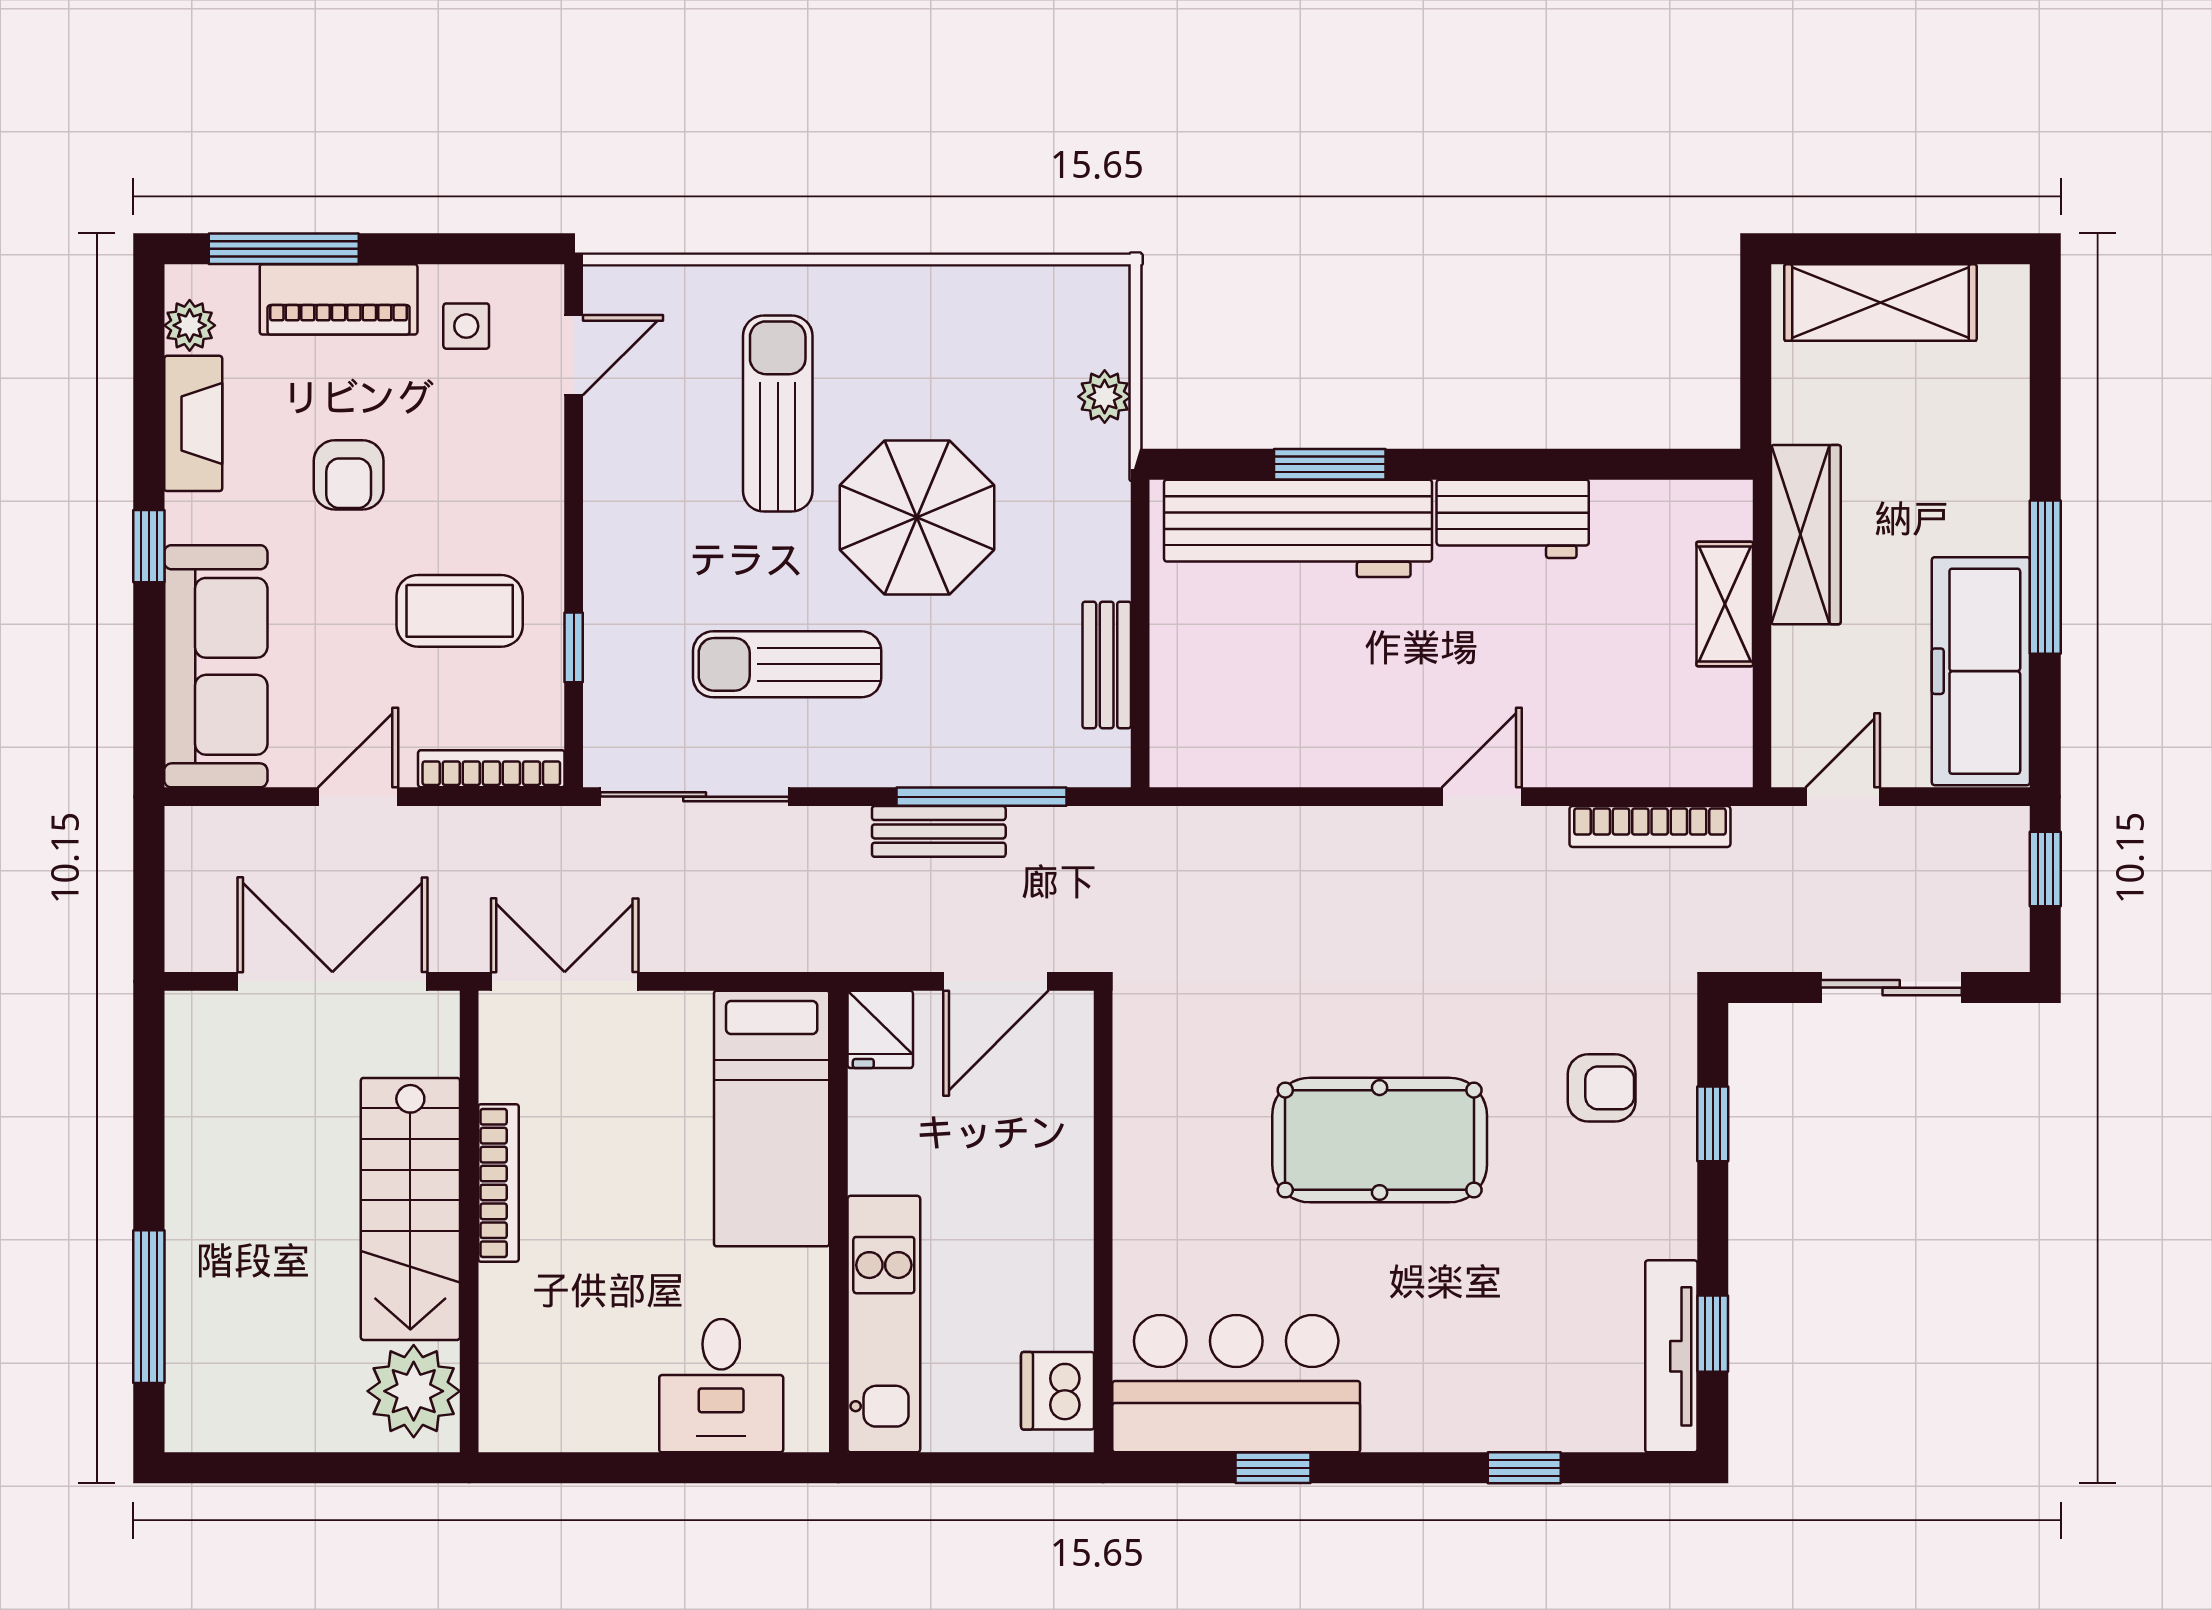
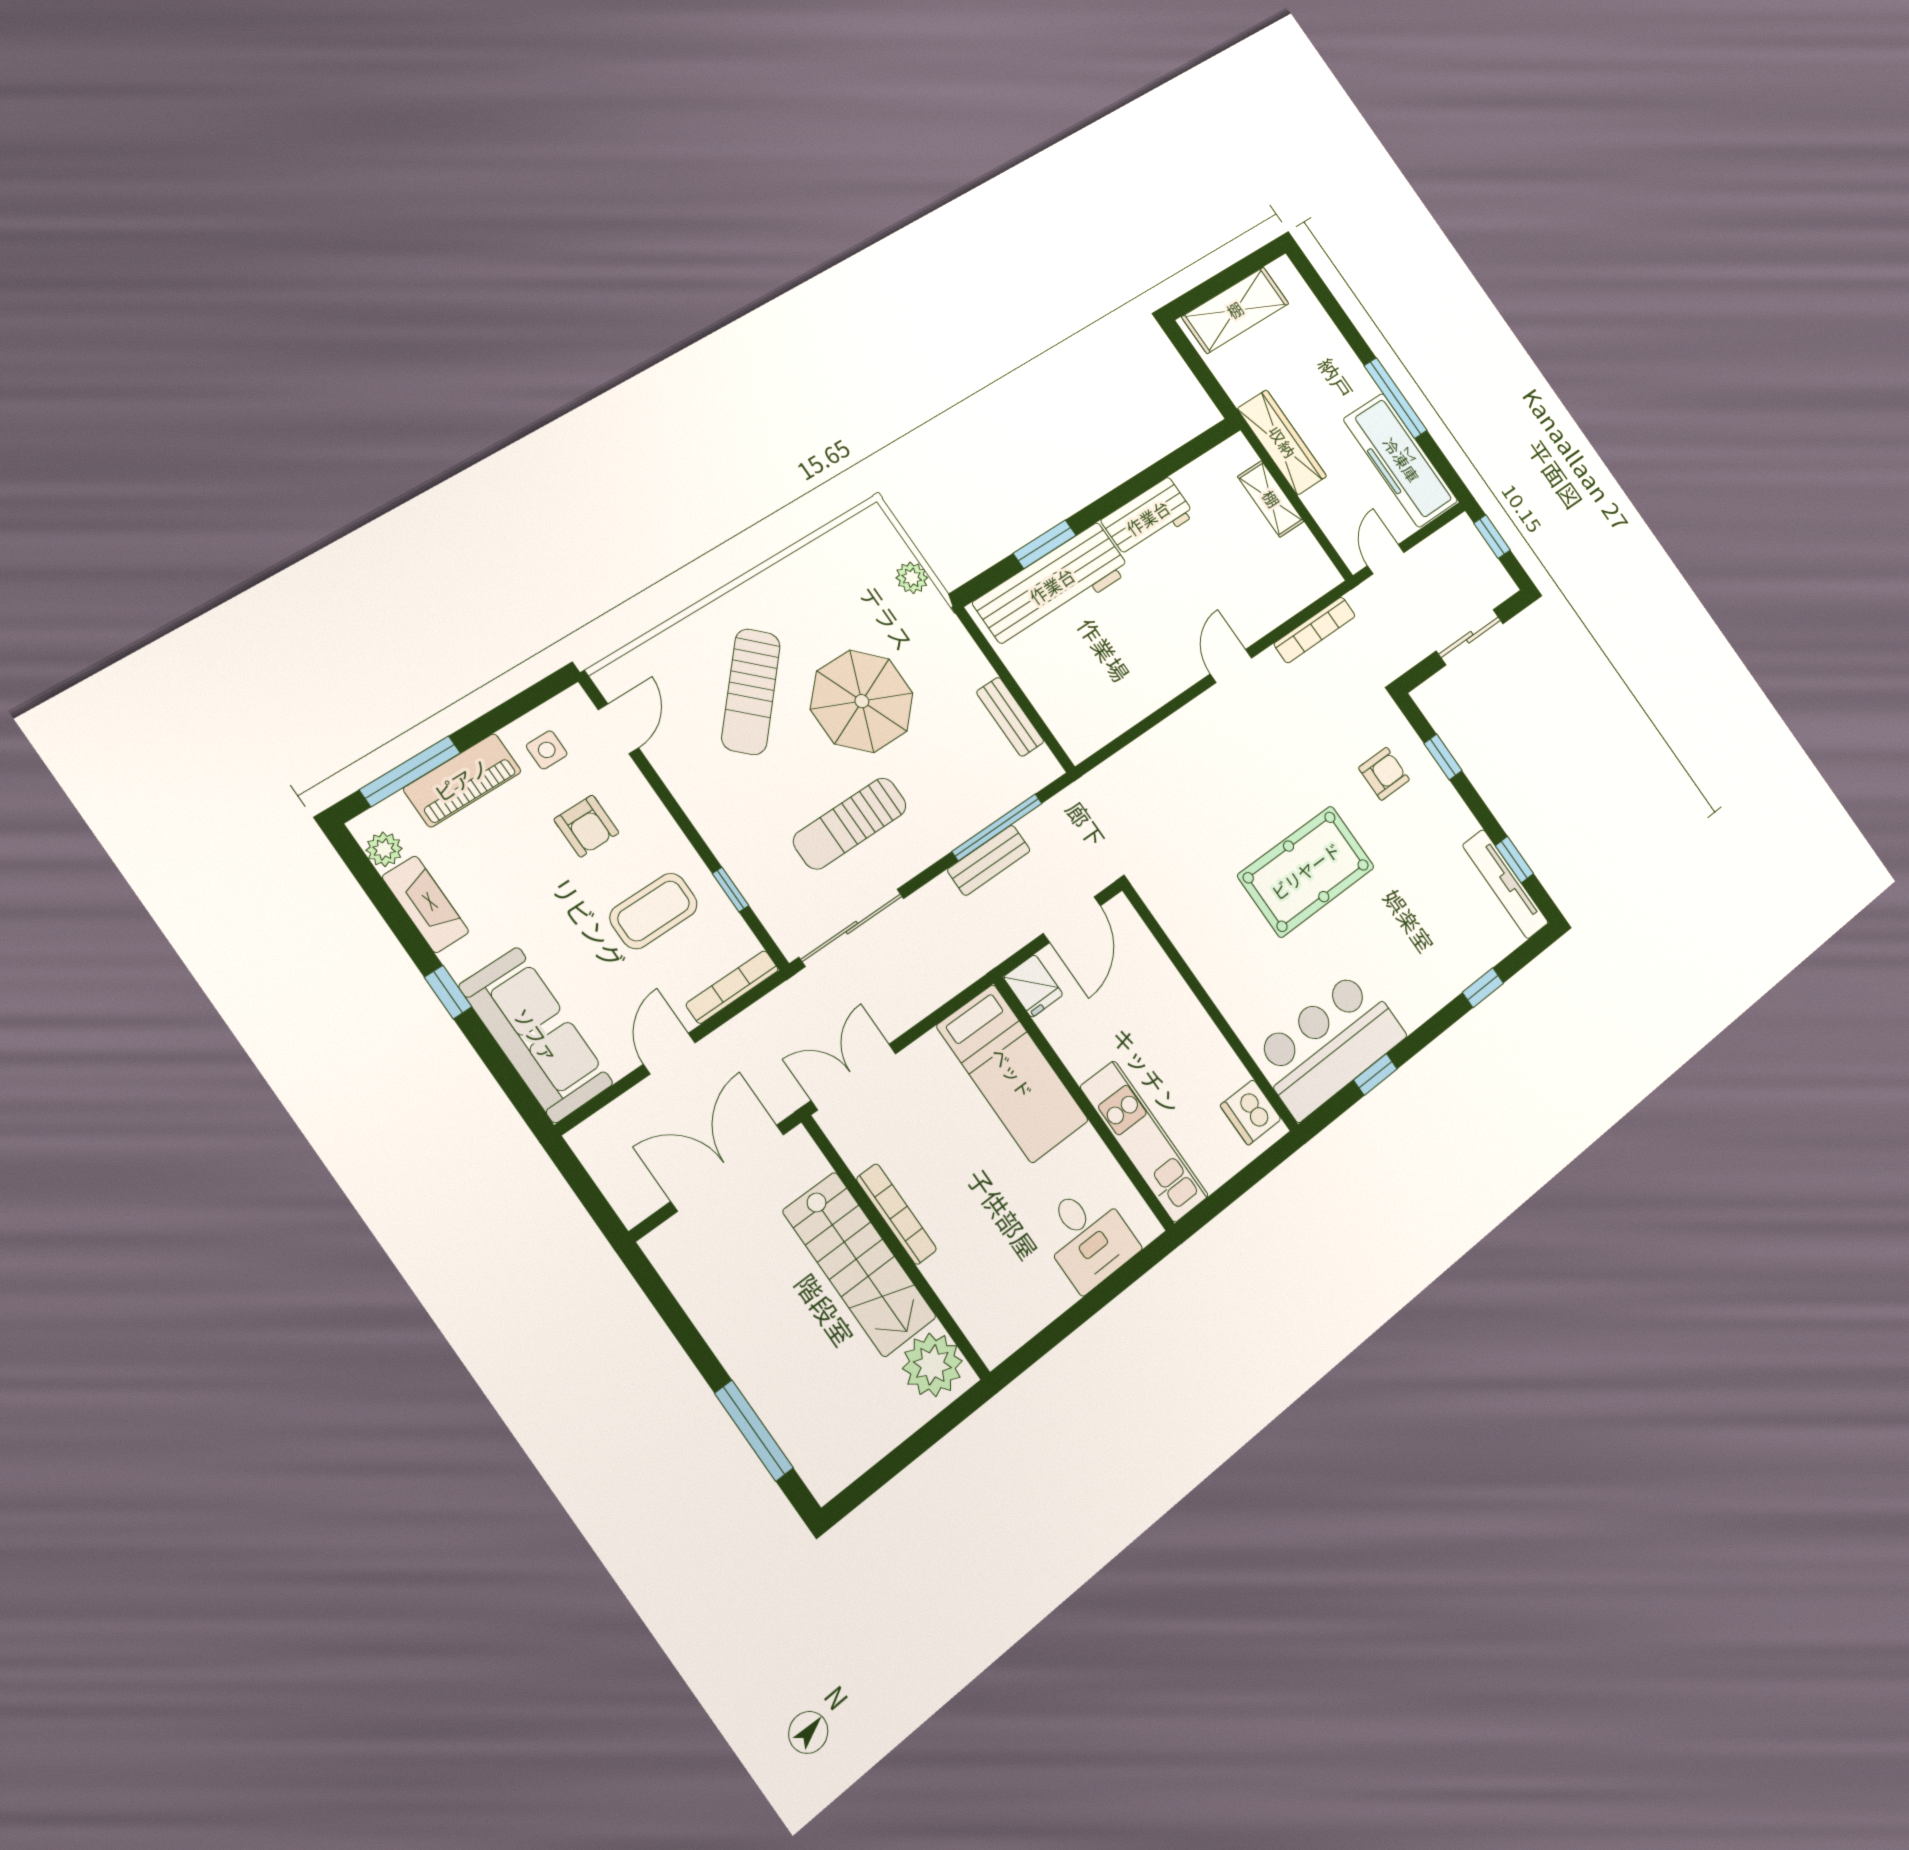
sun lounger: (778, 413) -> (751, 692), turned -137
armchair: (349, 475) -> (586, 826), moved

